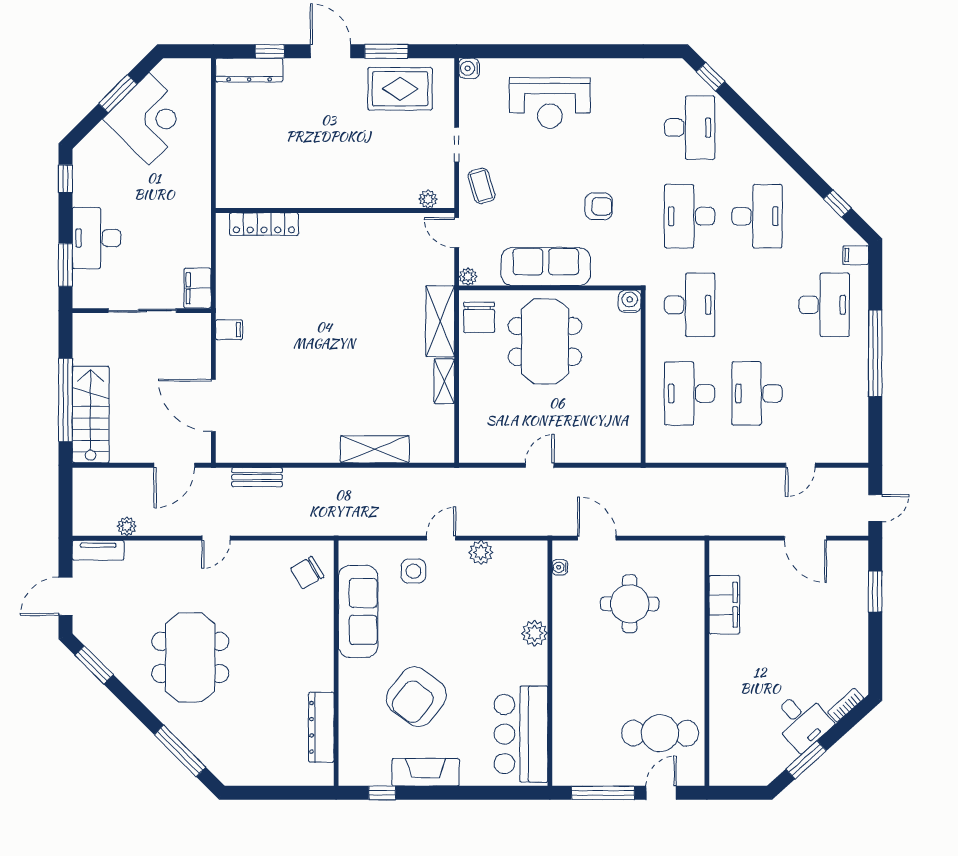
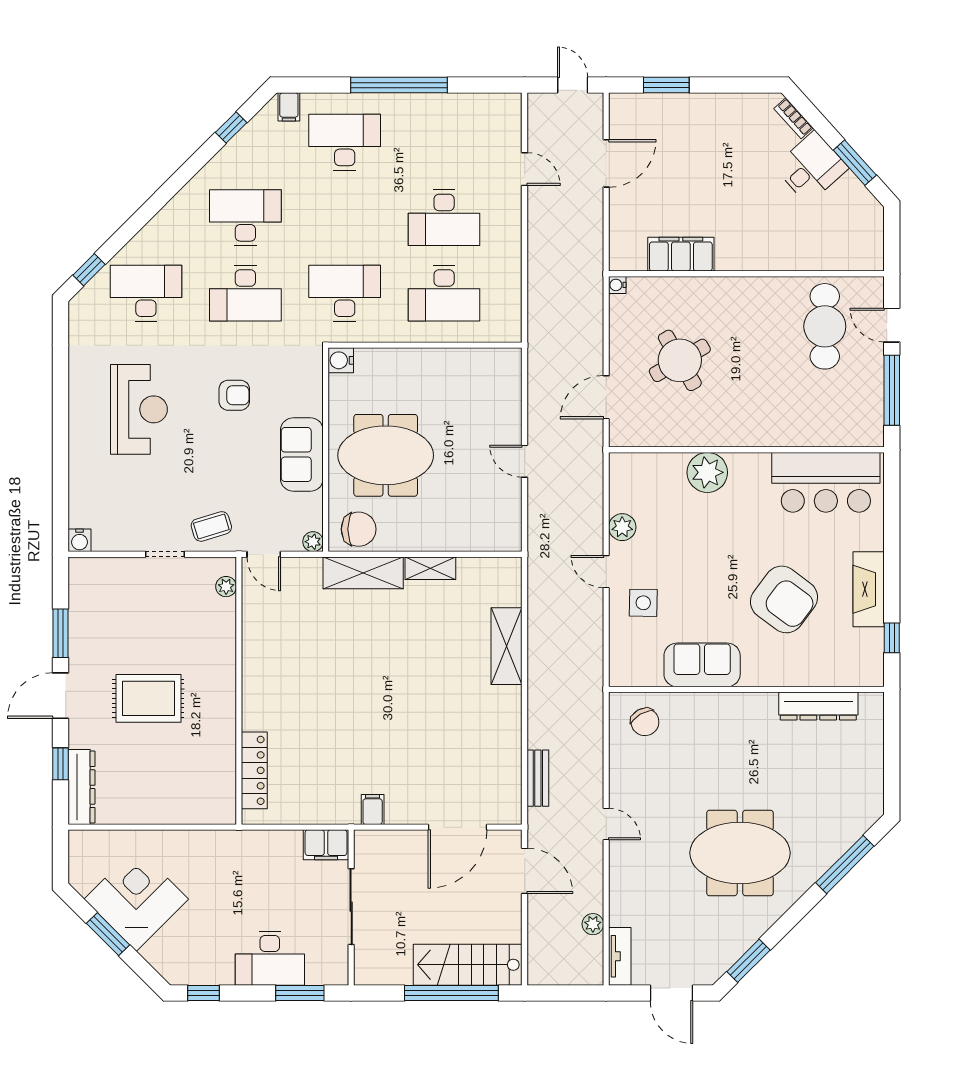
rug: (400, 89) -> (148, 698), moved, turned 90
reception desk: (550, 103) -> (139, 409), moved
armchair: (599, 206) -> (234, 395), turned 90
door: (457, 233) -> (264, 554), hinge flipped
sofa: (546, 267) -> (302, 455), width x0.73
water cooler: (560, 567) -> (617, 285), moved, turned 90
round table: (630, 604) -> (680, 360), turned -30
sofa: (358, 611) -> (702, 665), width x0.73
plant: (535, 633) -> (707, 472), width x1.36, depth x1.36

